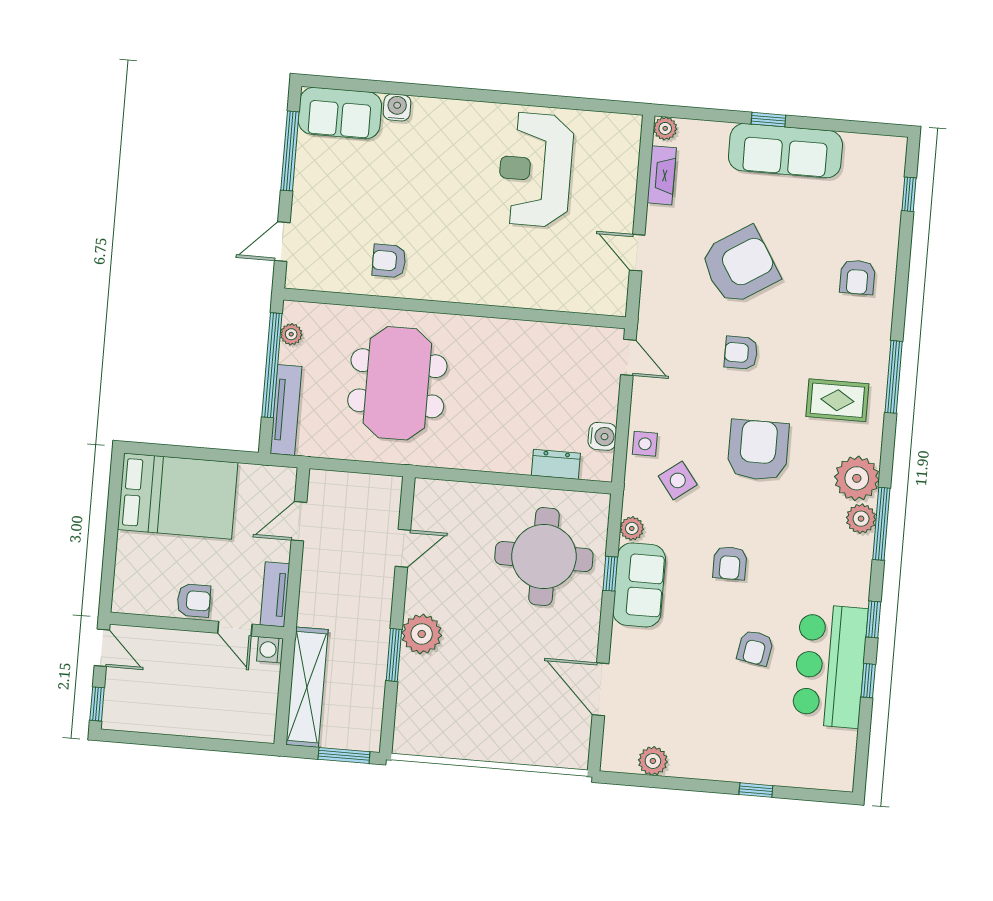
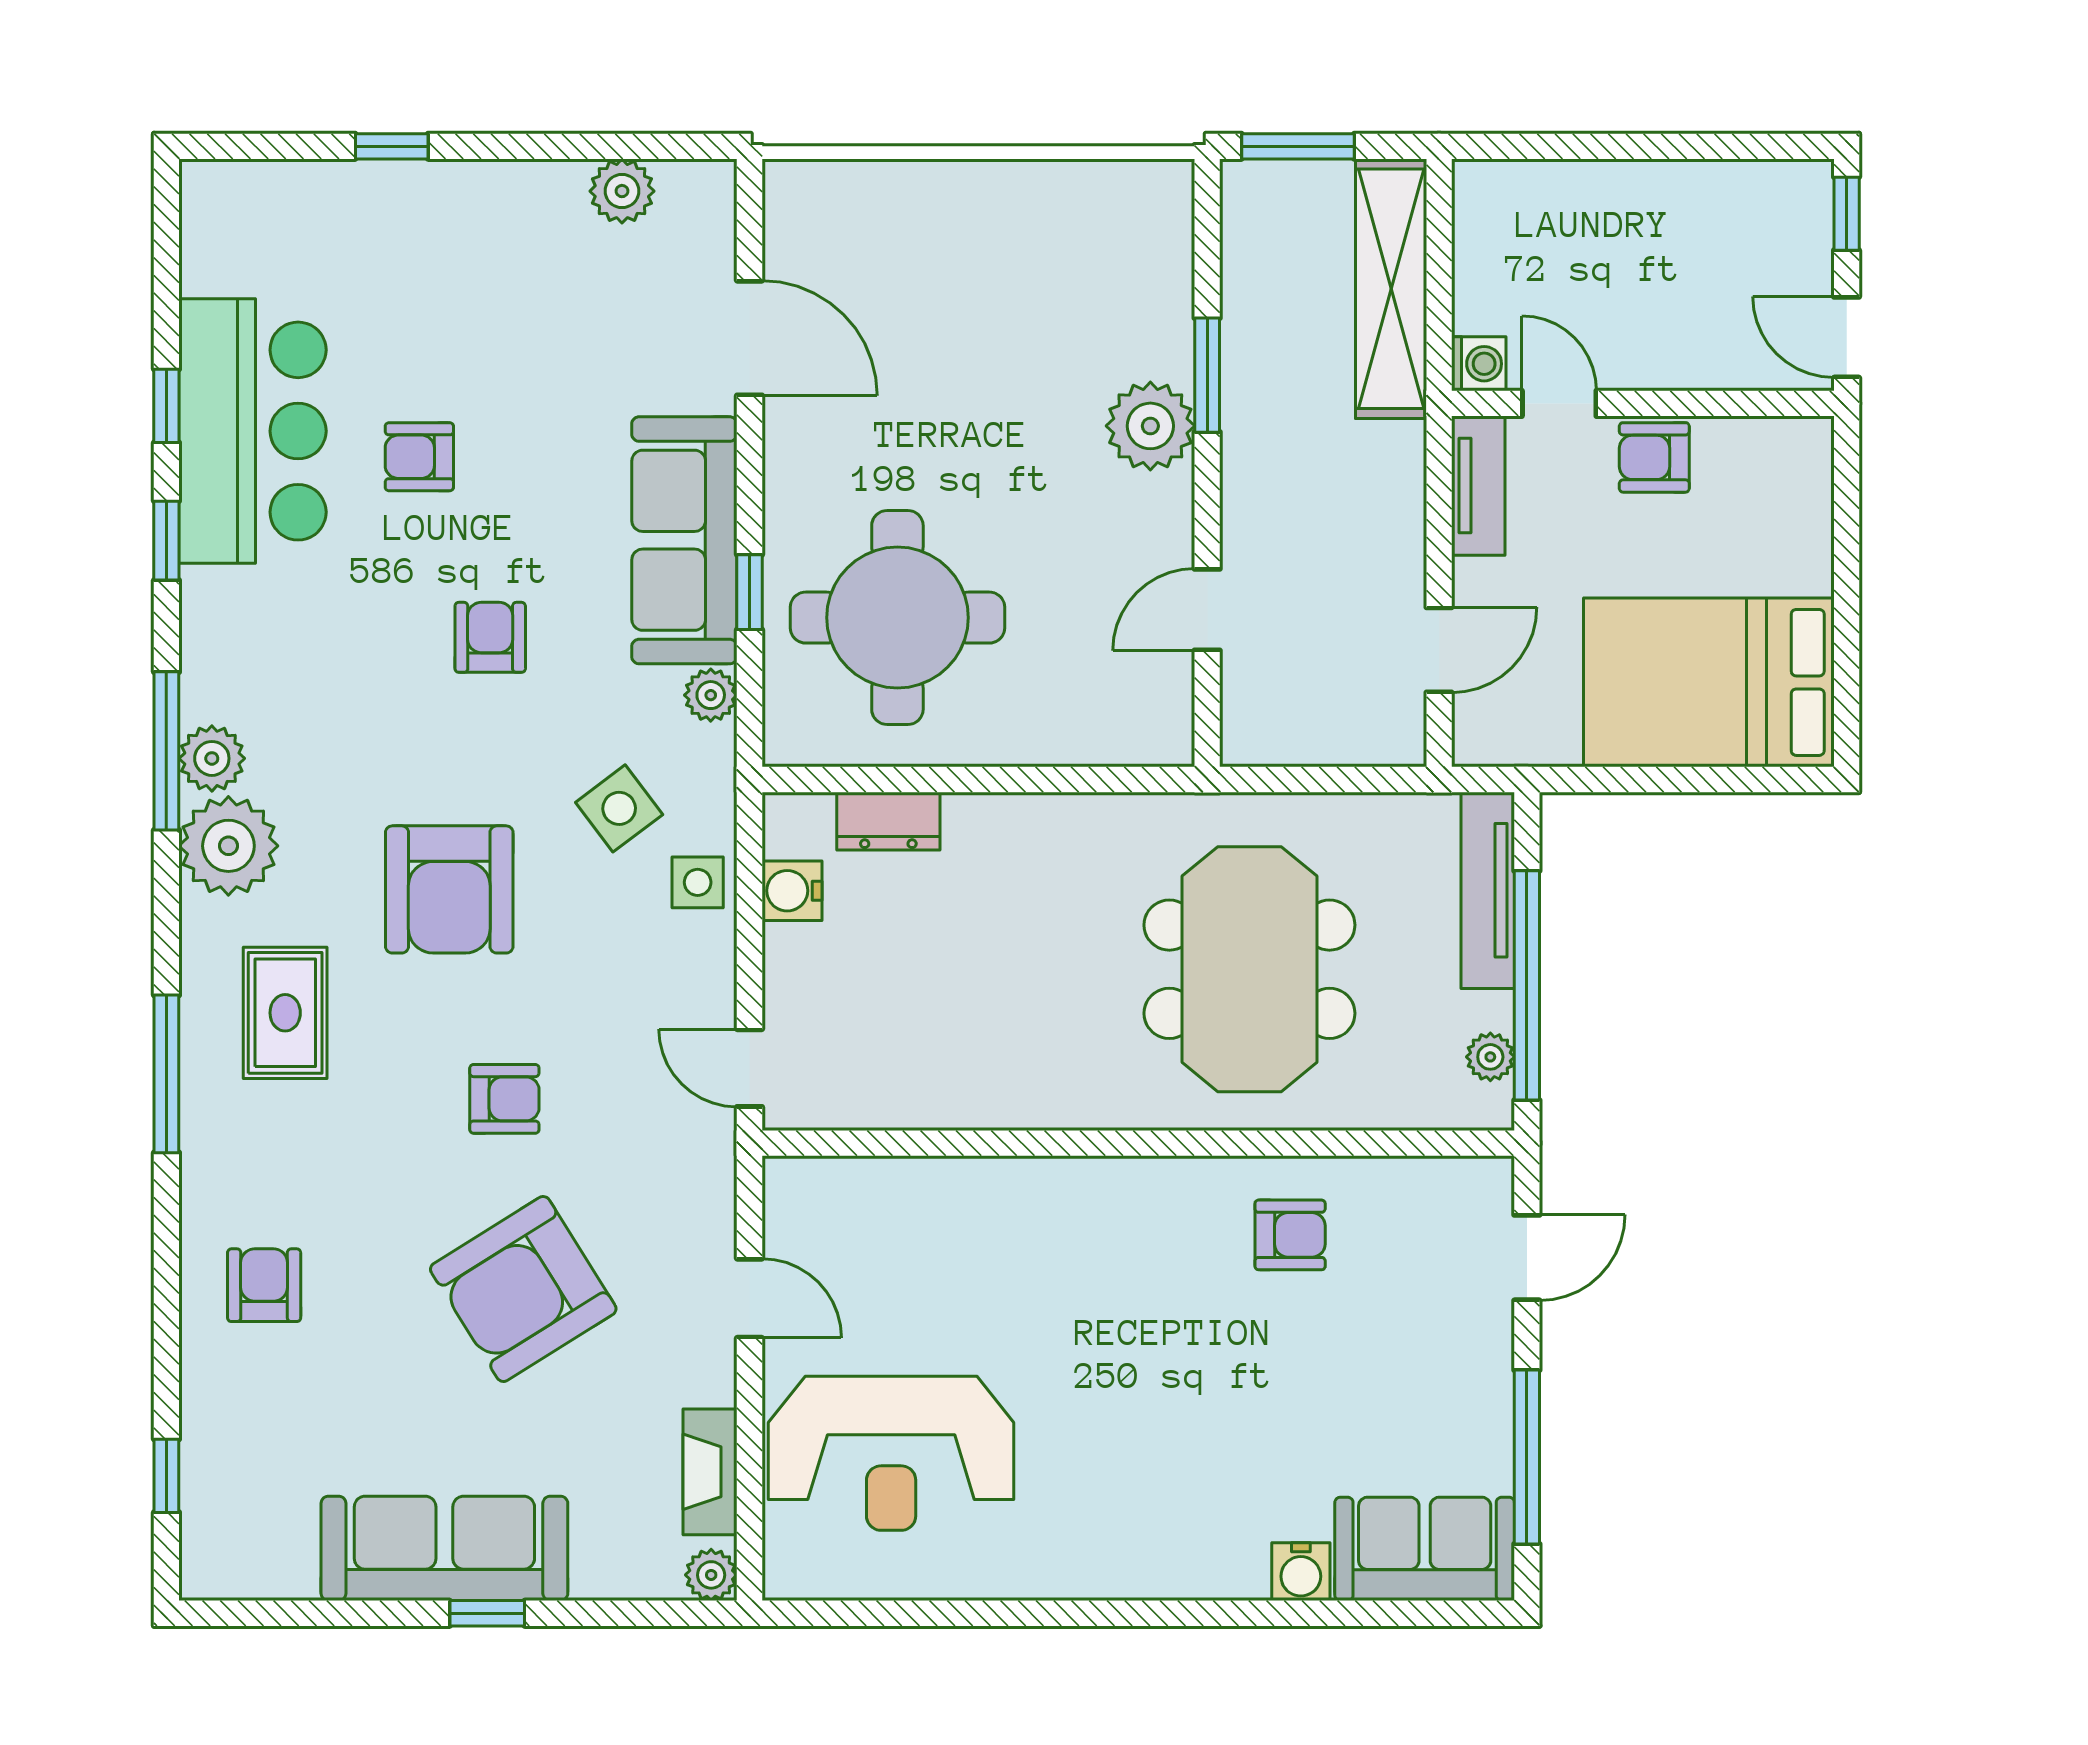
reception desk: (535, 170) -> (891, 1453), moved, turned 90
rug: (837, 400) -> (285, 1013), turned 90
sofa: (639, 585) -> (684, 540), width x1.36
armchair: (755, 648) -> (419, 457), turned -100

